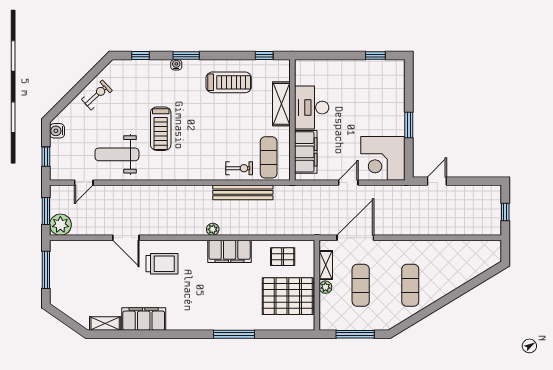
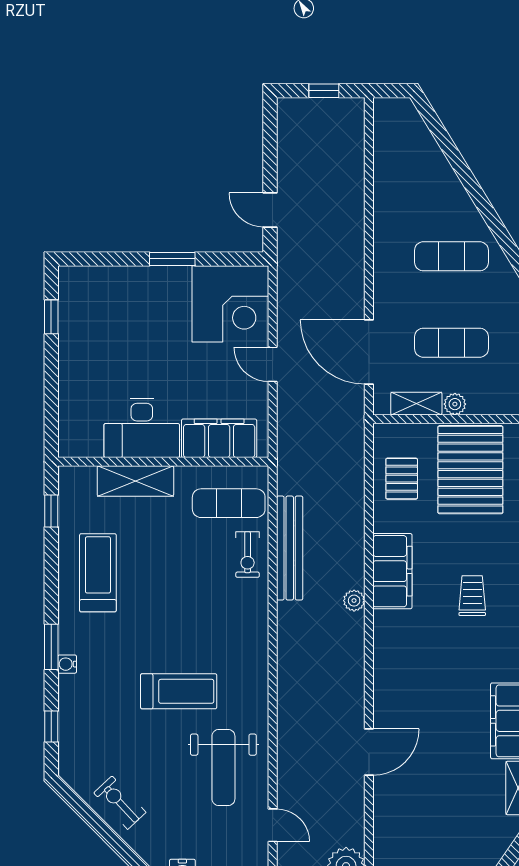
exercise bike: (239, 168) -> (248, 554), turned 180
trolley: (162, 264) -> (472, 596), moved, width x0.73, depth x0.72

